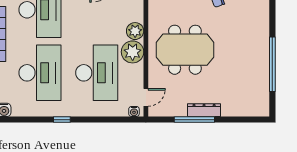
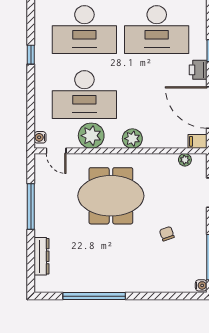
meeting table: (185, 50) -> (111, 196), turned 90
plant: (133, 52) -> (91, 136), moved
dresser: (204, 110) -> (42, 256), moved

